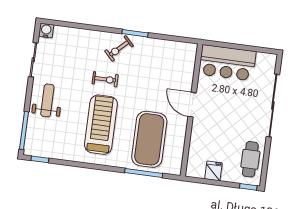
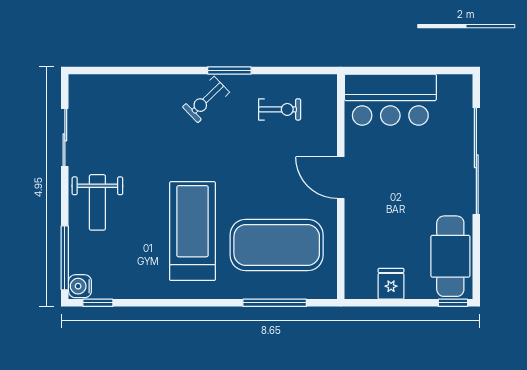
water cooler: (46, 31) -> (80, 286), moved, turned -90
exercise bike: (105, 79) -> (280, 109), moved
weight bench: (47, 100) -> (97, 202), turned 180
exercise mat: (149, 139) -> (277, 245), turned 90
cafe table: (250, 159) -> (450, 256), width x1.37, depth x1.35

